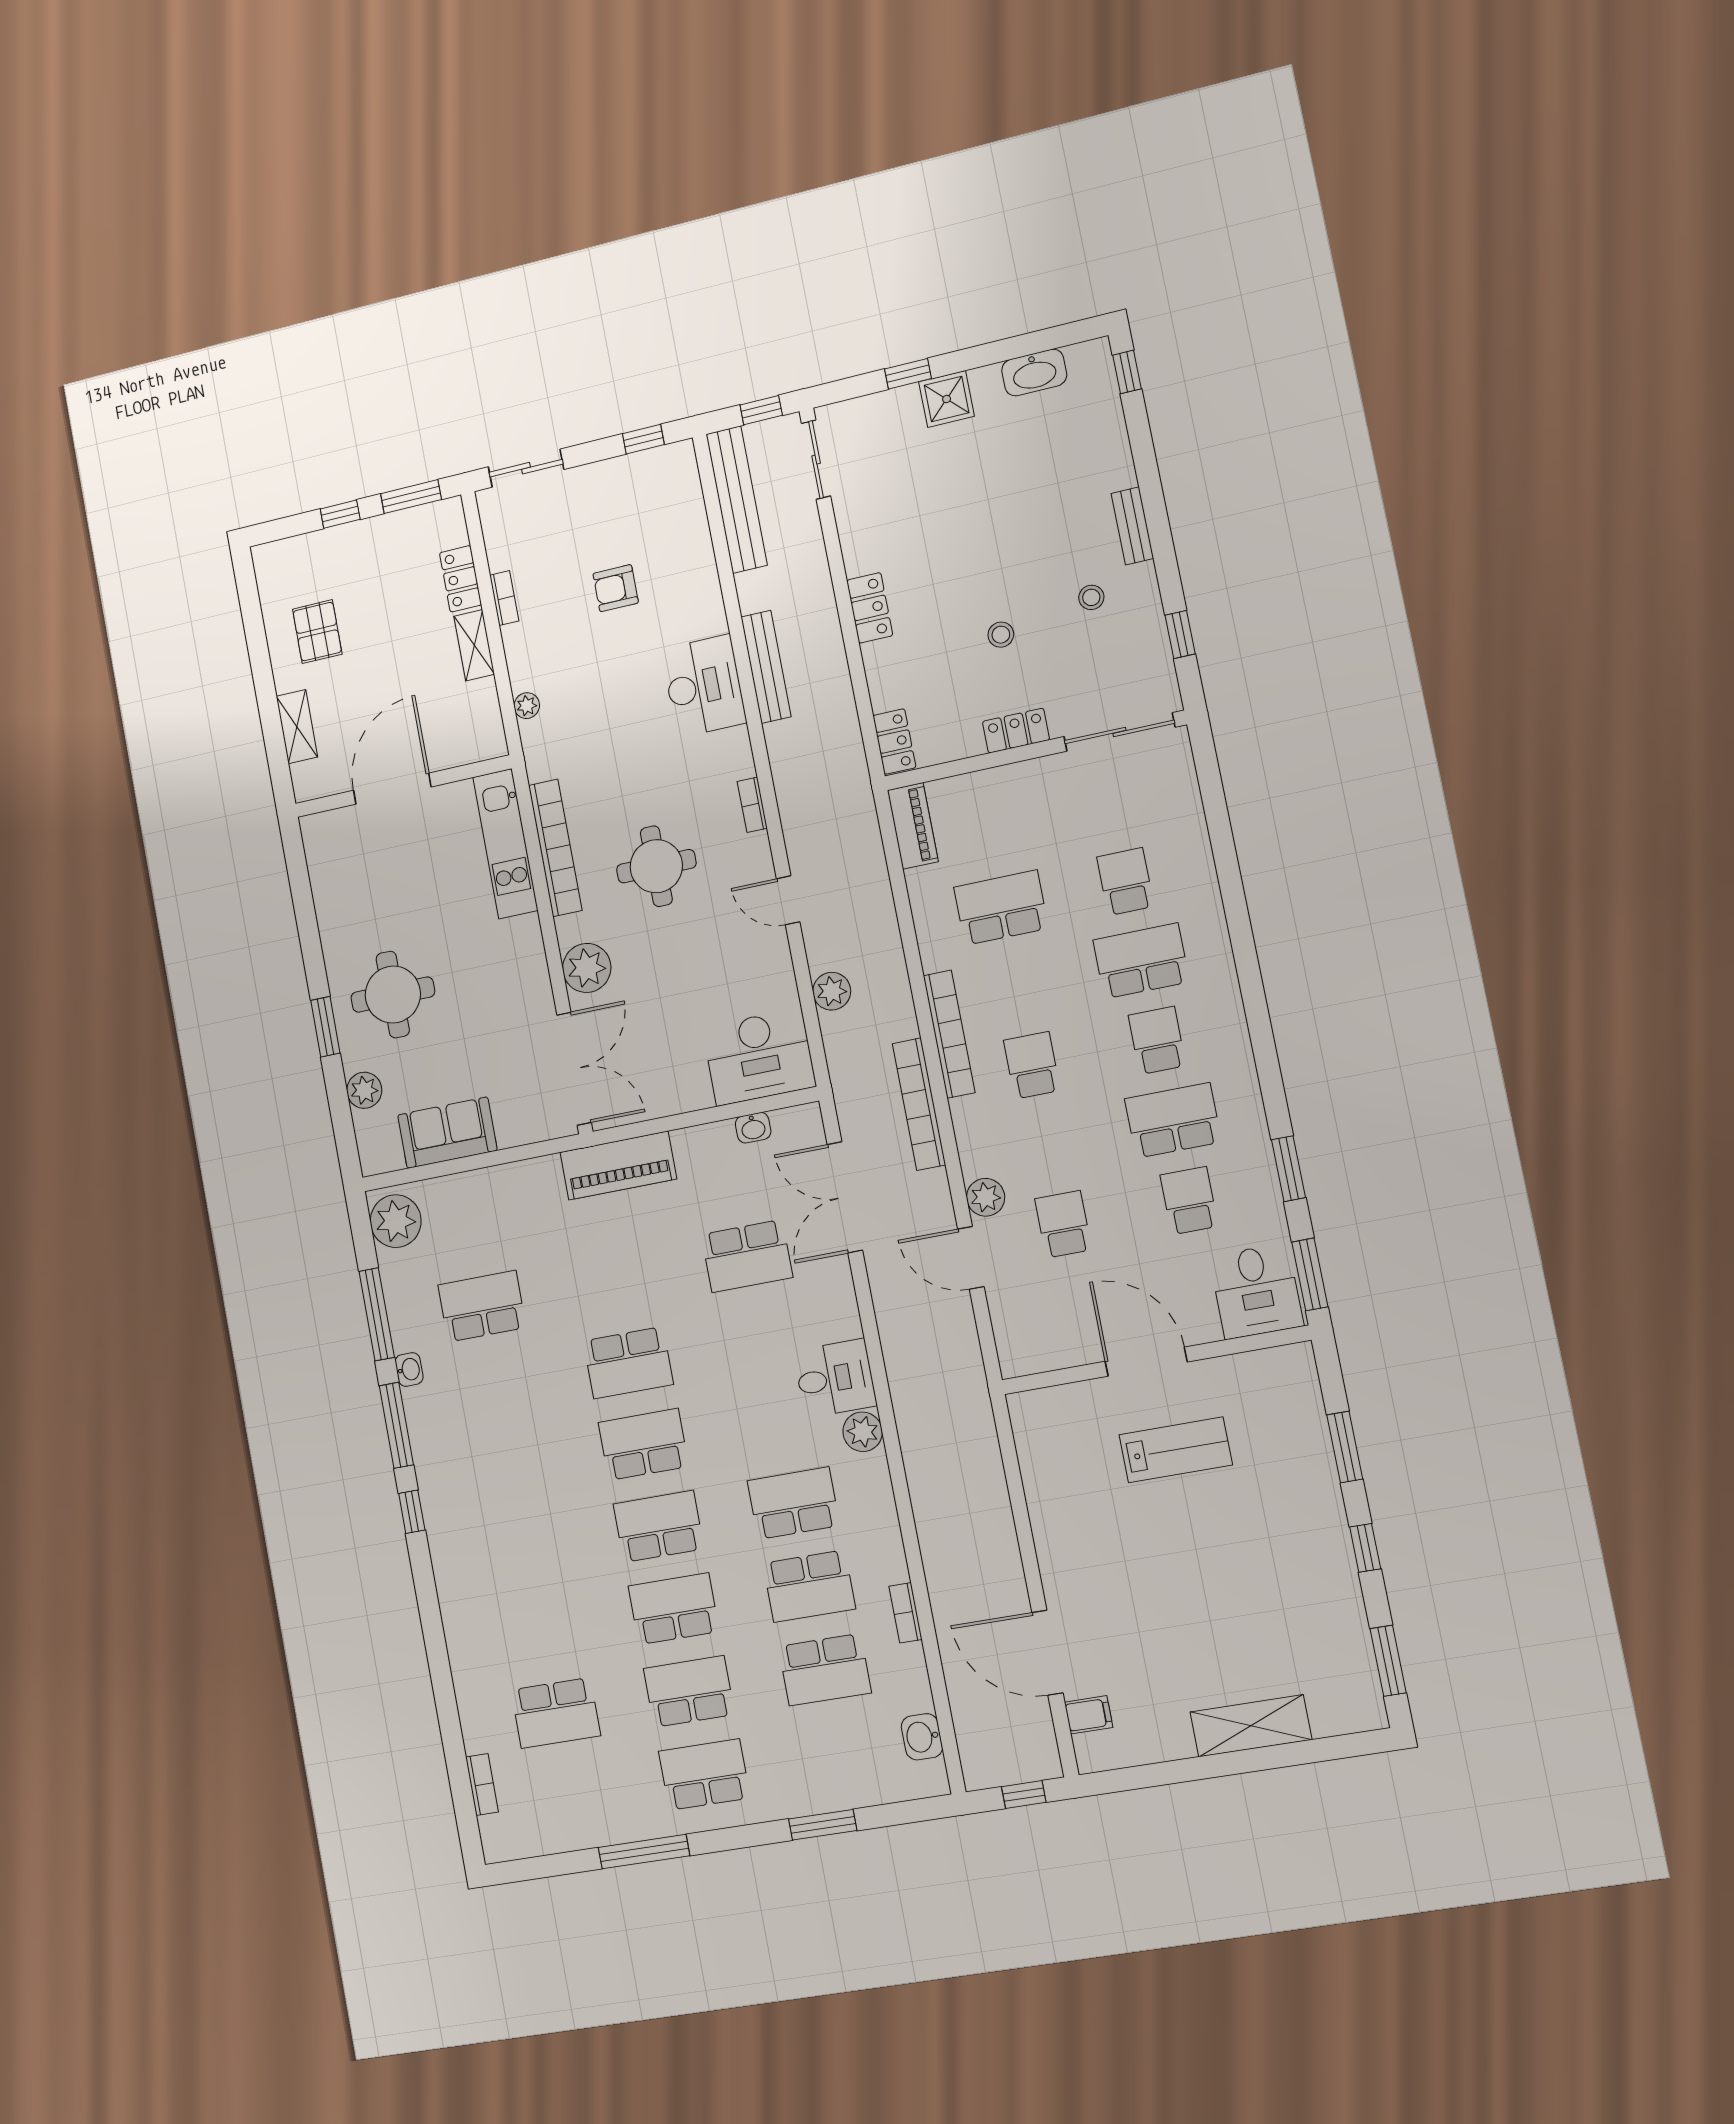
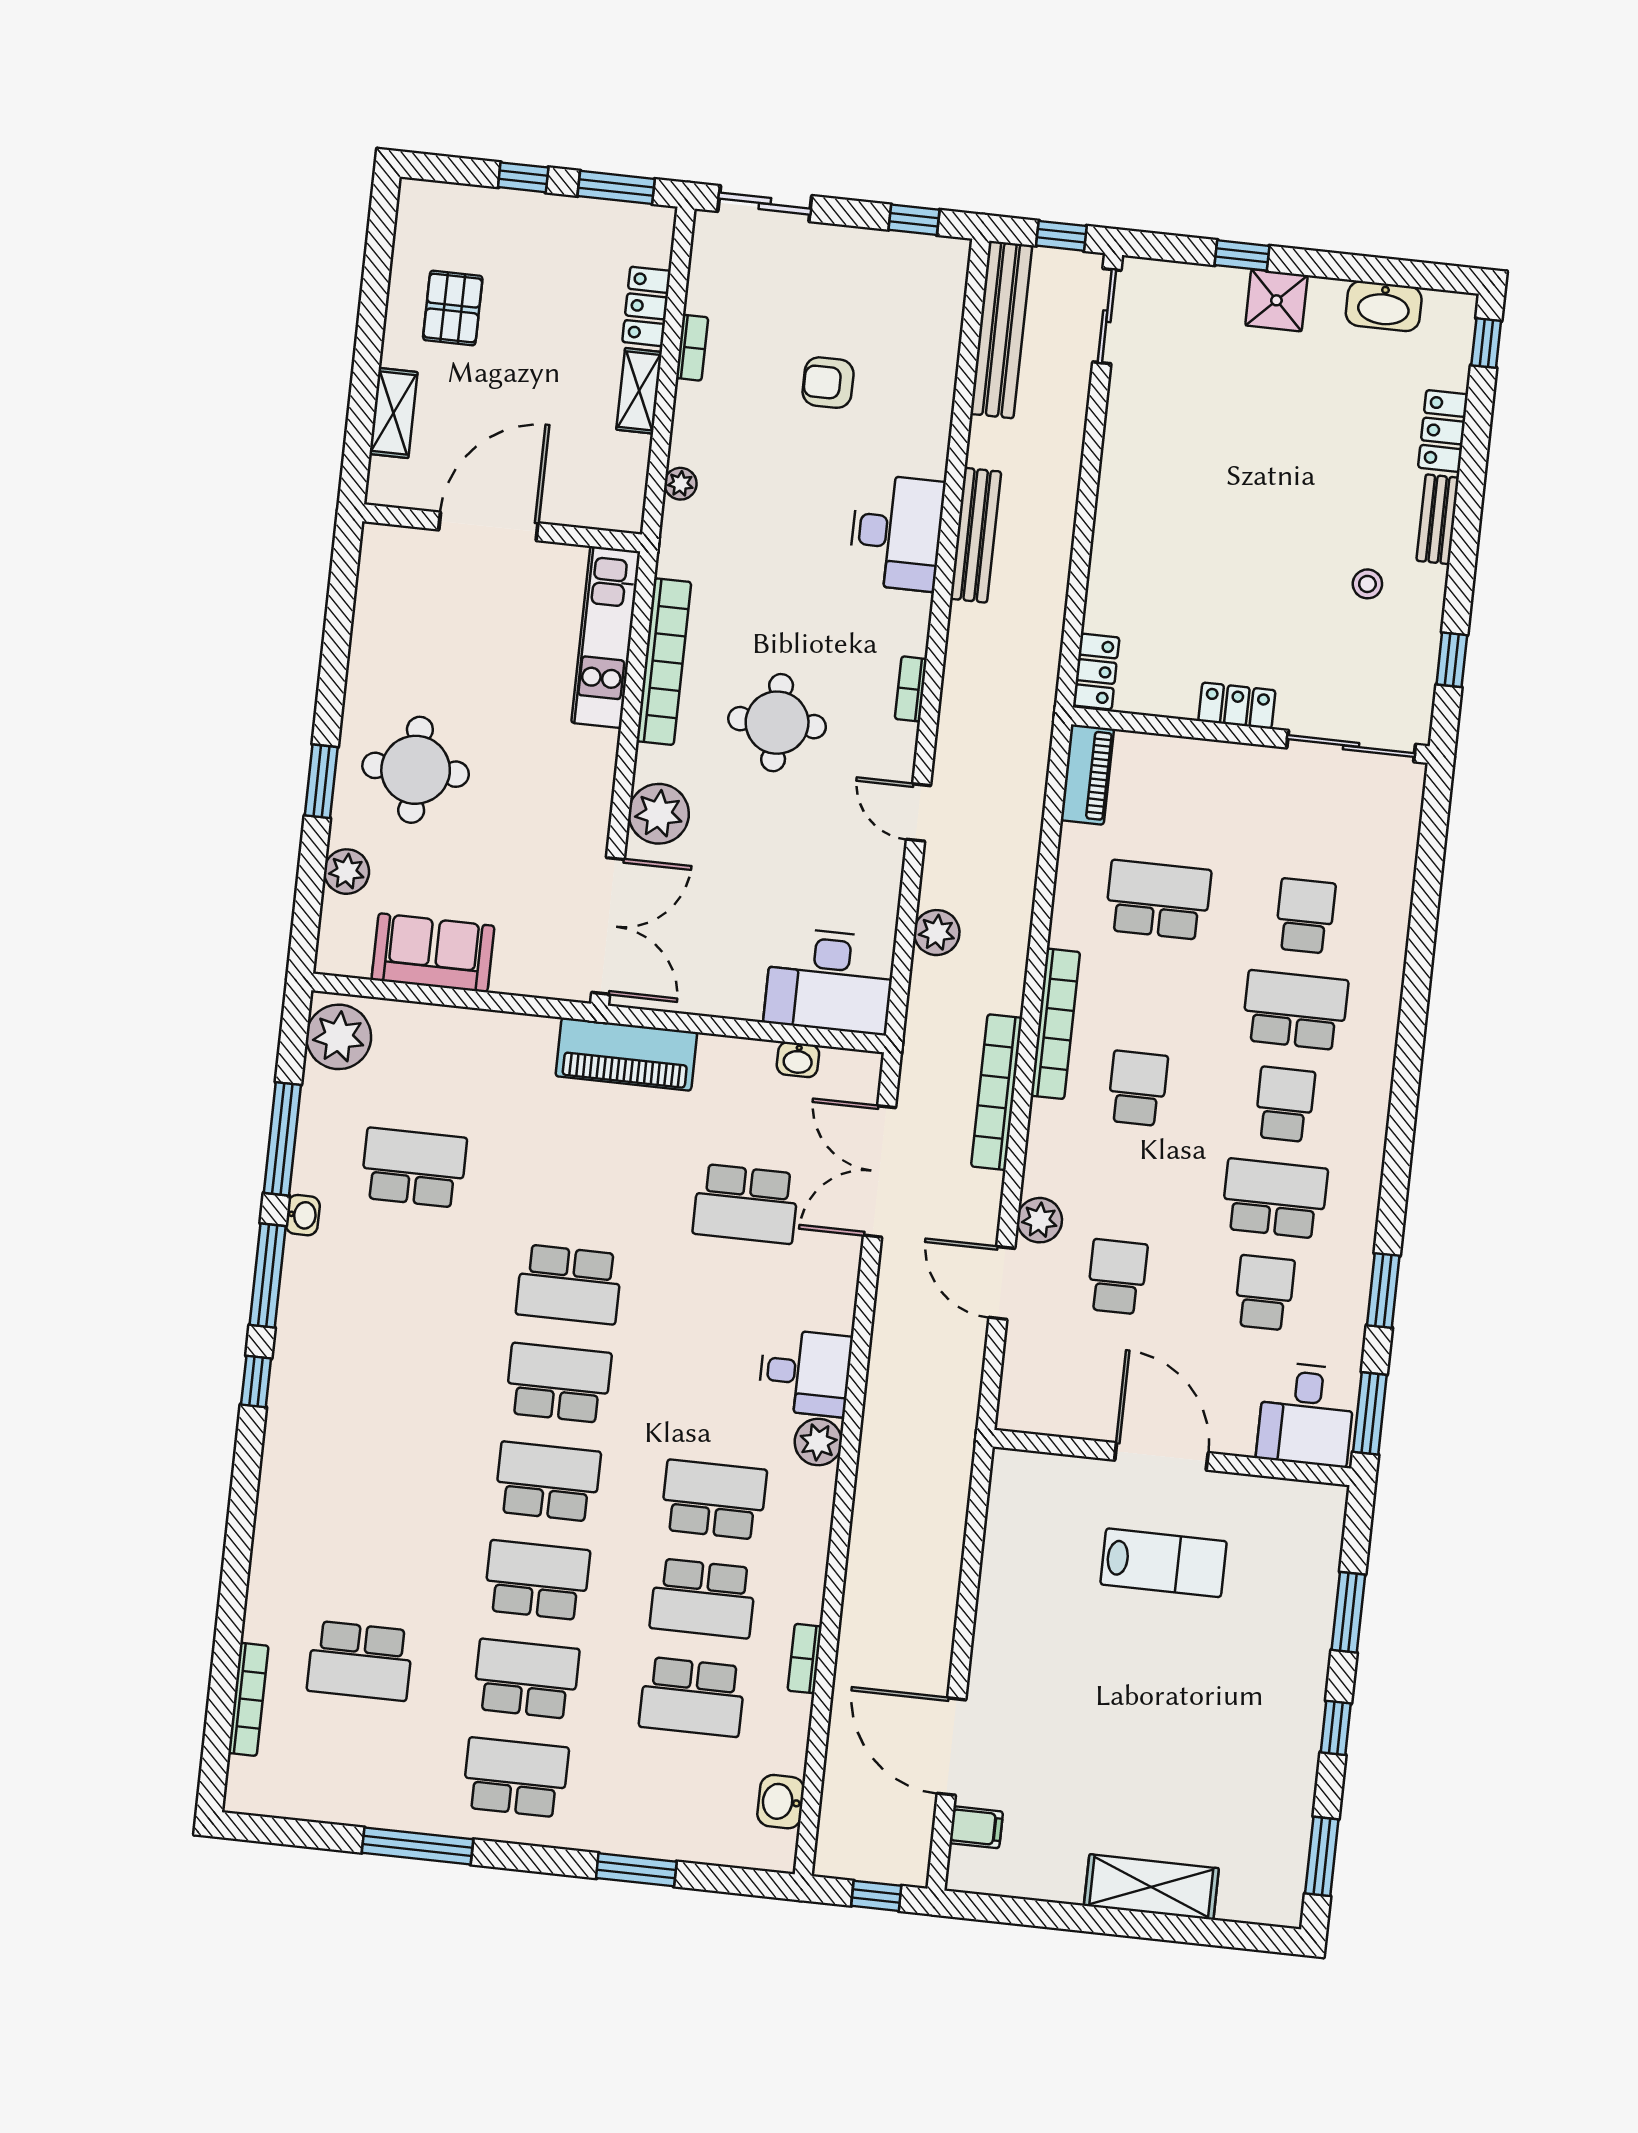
locker: (870, 608) -> (1443, 431), moved, turned 180
stool: (1001, 635) -> (1254, 591), removed
bookcase: (482, 1784) -> (248, 1699), width x1.56

